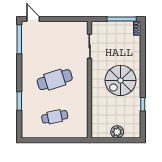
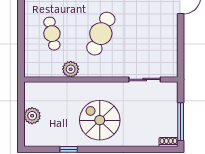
cafe table: (55, 80) -> (101, 34), turned 42
plant: (82, 103) -> (71, 69), added

